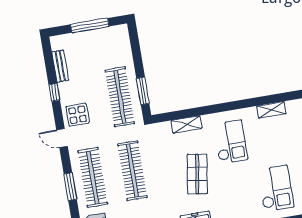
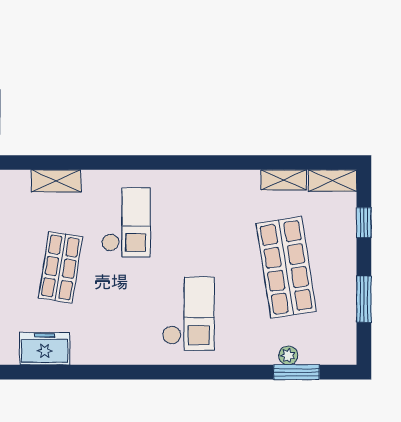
shelving: (271, 110) -> (204, 180), removed

